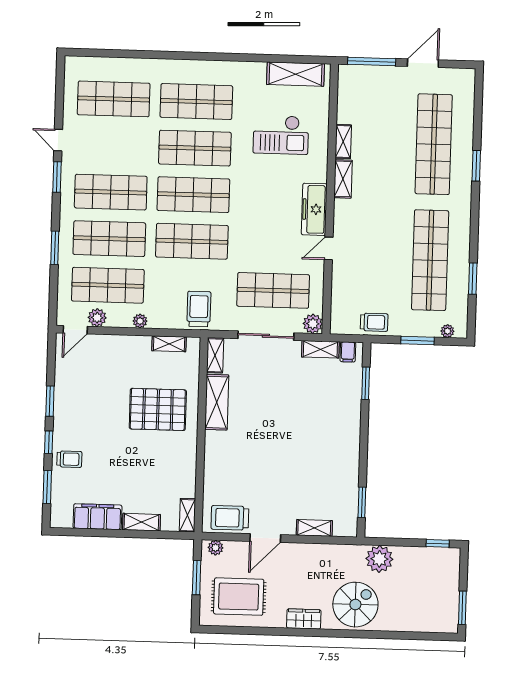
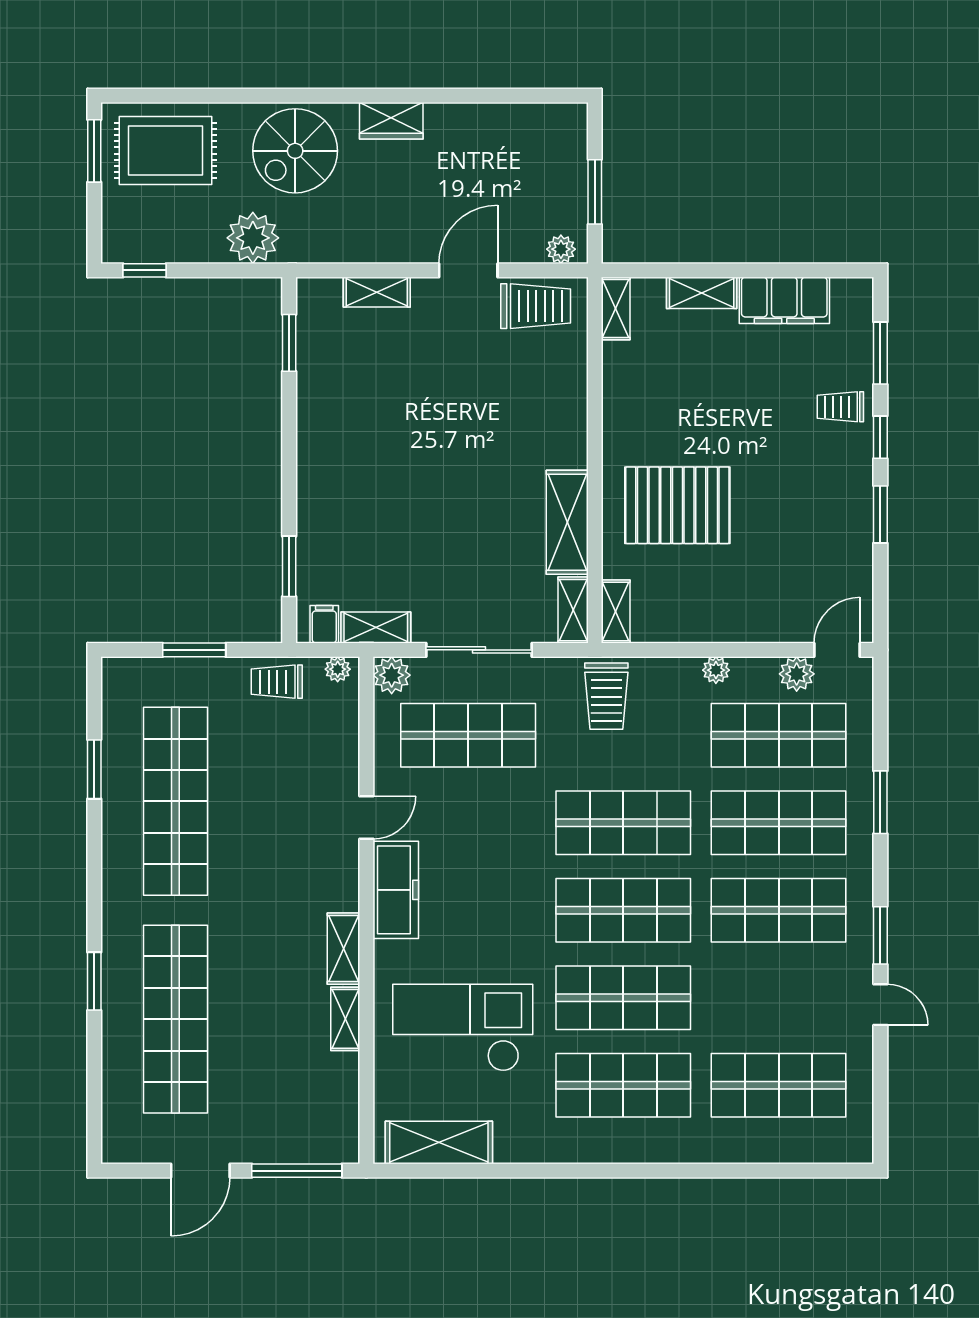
checkout: (281, 135) -> (463, 1028), width x1.36, depth x1.21
plant: (447, 331) -> (338, 669), moved
shelving: (169, 344) -> (616, 611), moved, turned 90
rug: (239, 597) -> (165, 150), moved

